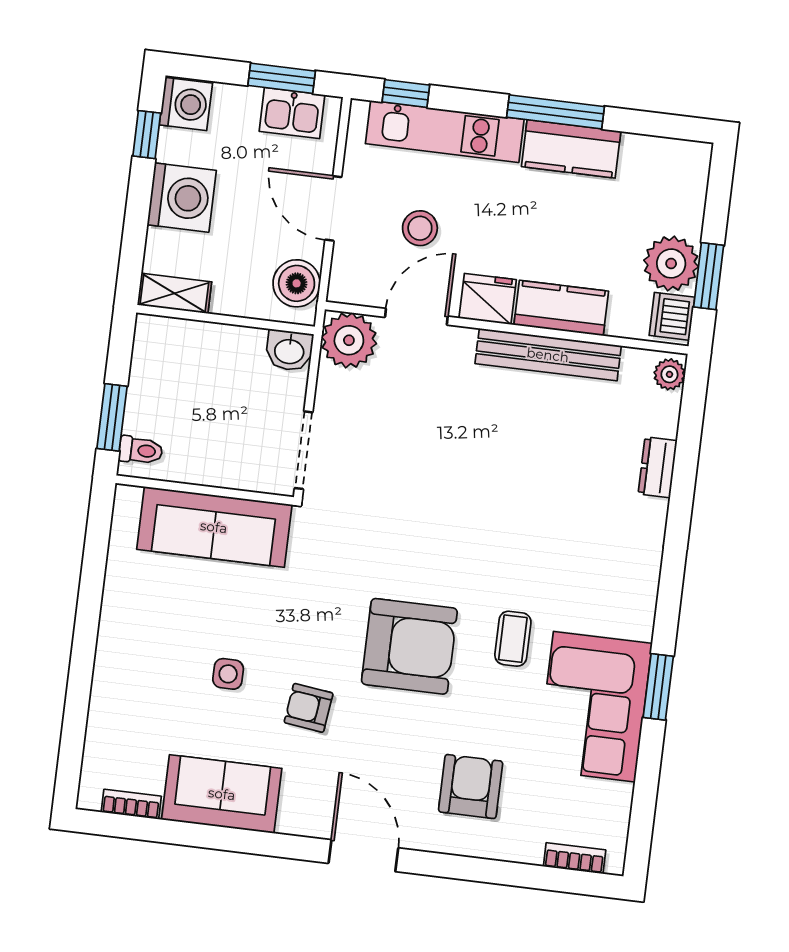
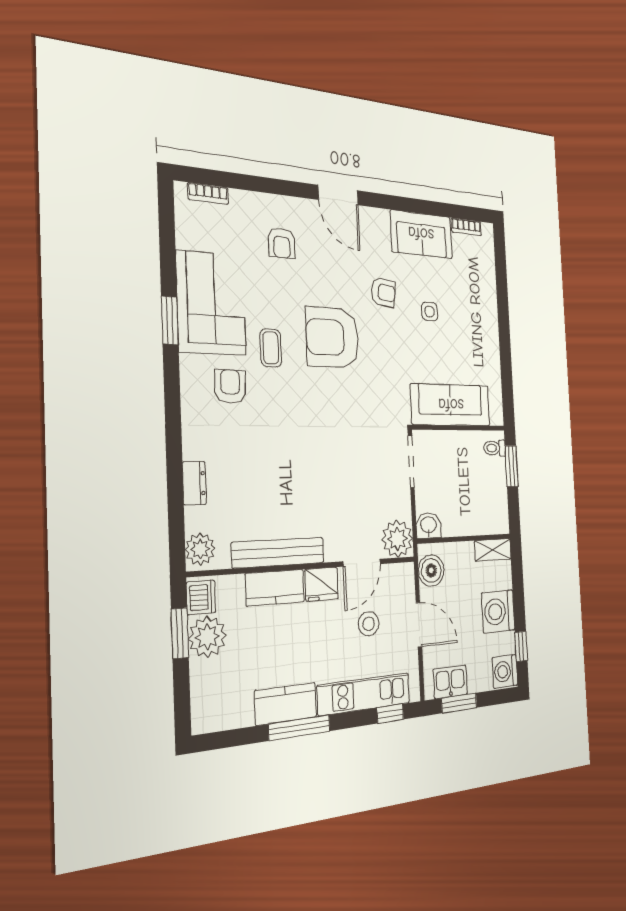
plant: (669, 374) -> (200, 549), width x1.38, depth x1.38
armchair: (584, 591) -> (230, 387), added
armchair: (471, 786) -> (282, 243), width x0.72, depth x0.72

